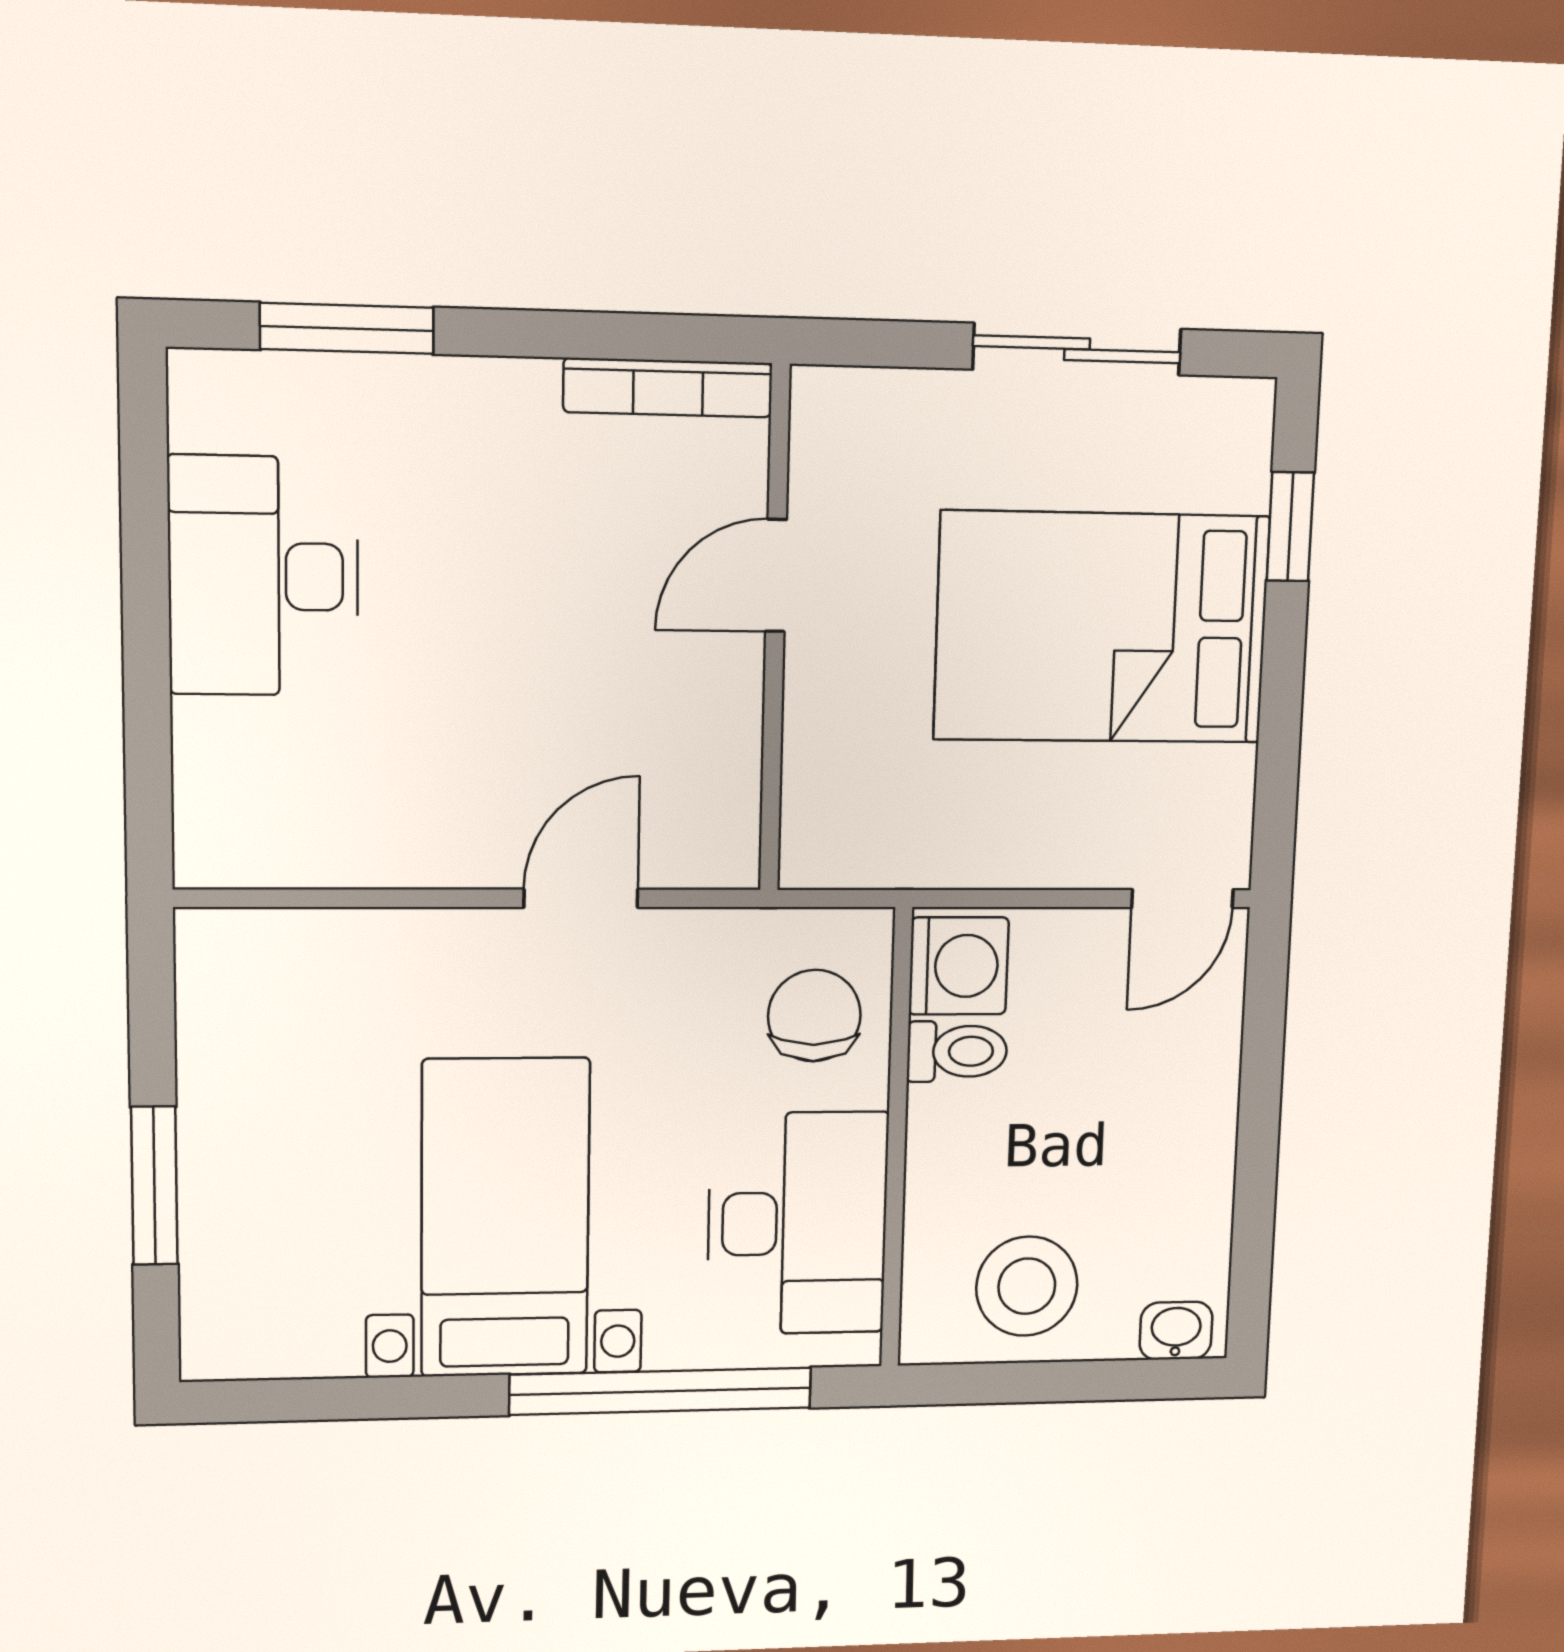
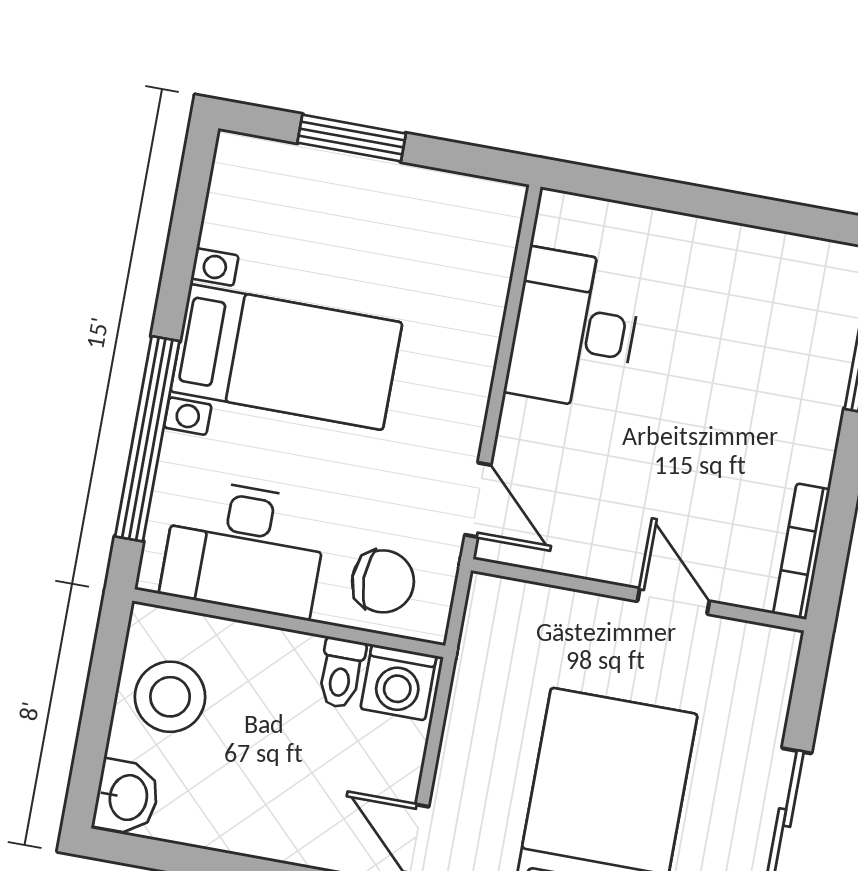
desk: (263, 576) -> (574, 329), moved, turned -90
door: (581, 898) -> (478, 500), moved
washbasin: (1176, 1331) -> (127, 797), width x1.38, depth x1.45

